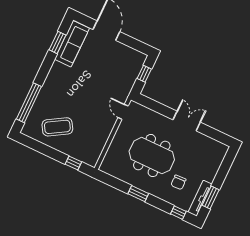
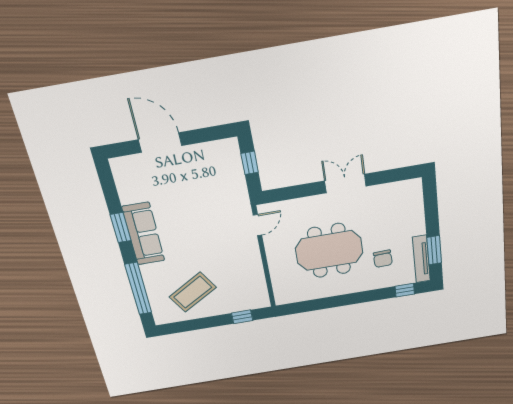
window: (57, 42) -> (120, 228), moved
sofa: (72, 44) -> (143, 234), moved
door: (123, 112) -> (257, 225), swing flipped
window: (138, 194) -> (342, 300), removed

